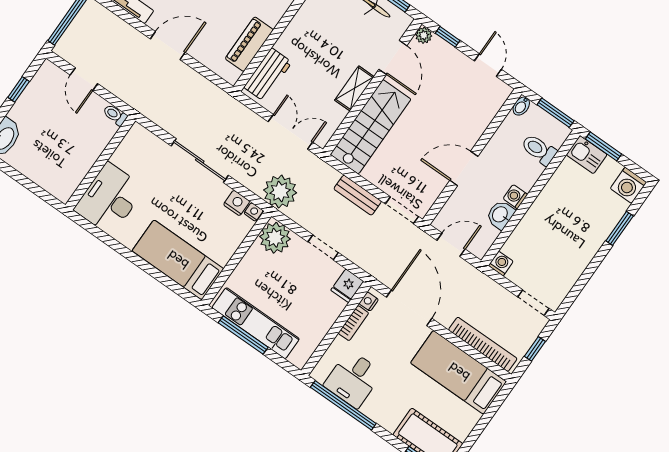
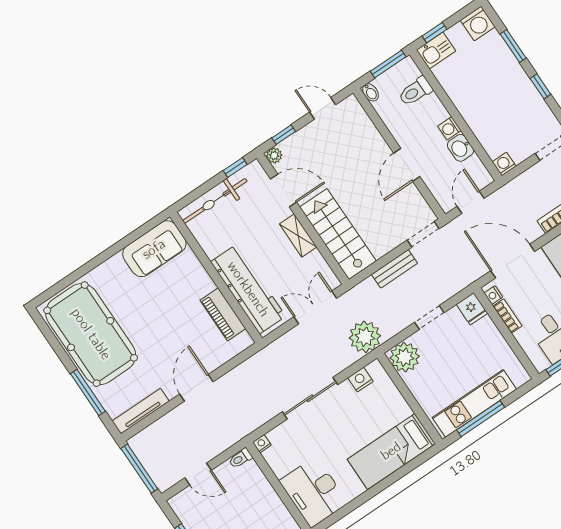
workbench: (268, 75) -> (248, 289), width x1.88, depth x1.32
window: (603, 146) -> (434, 33), width x0.67
nightstand: (253, 212) -> (262, 444), moved
window: (590, 270) -> (540, 86), added

